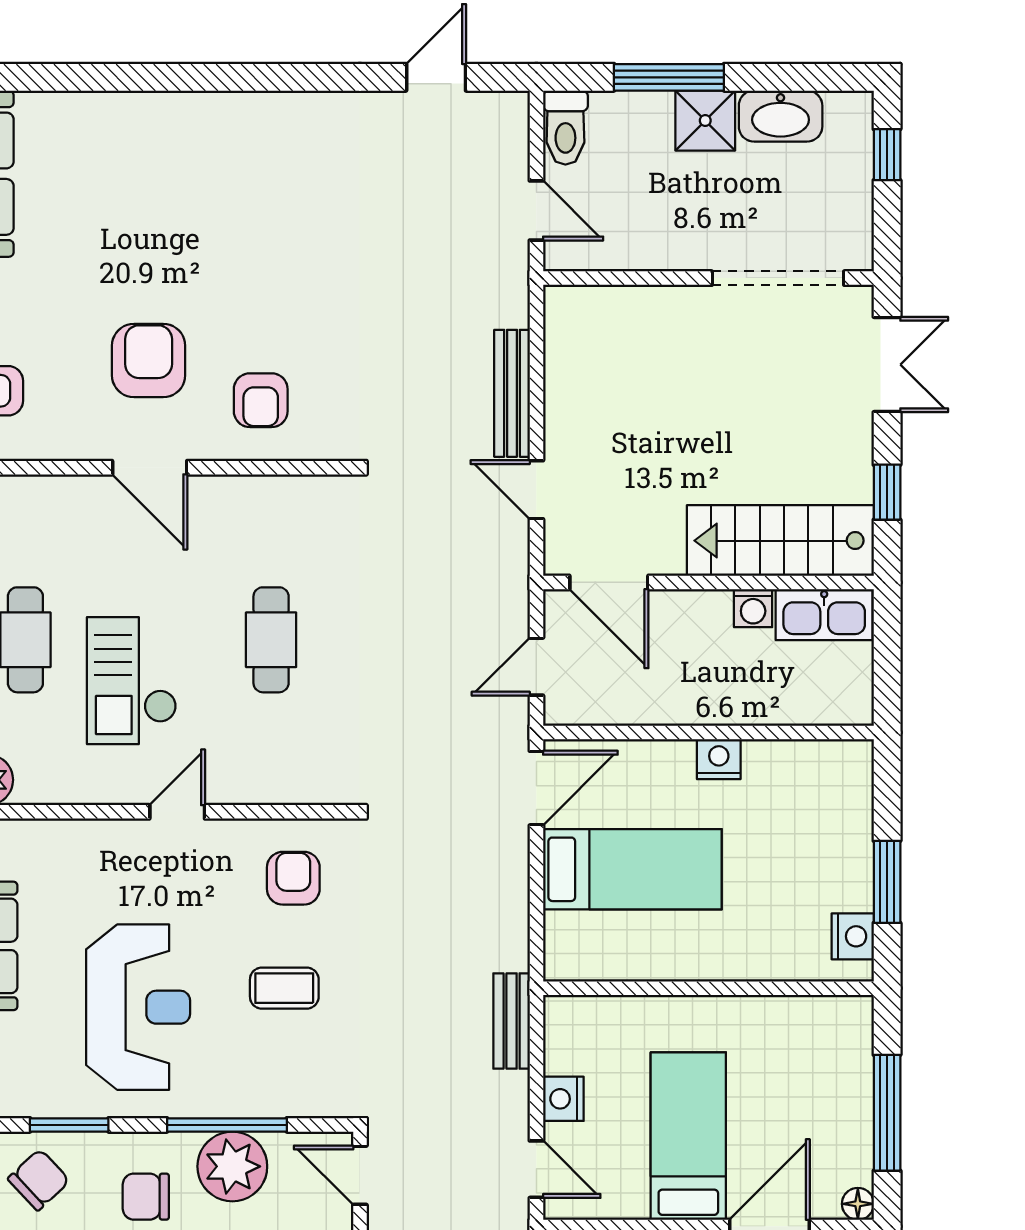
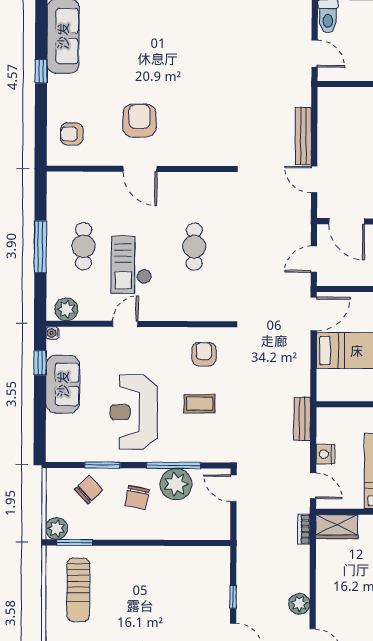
armchair: (261, 400) -> (190, 139), removed
door: (177, 812) -> (125, 324), moved
reception desk: (138, 1007) -> (134, 412), turned 180
chair: (146, 1197) -> (137, 497), turned -79

